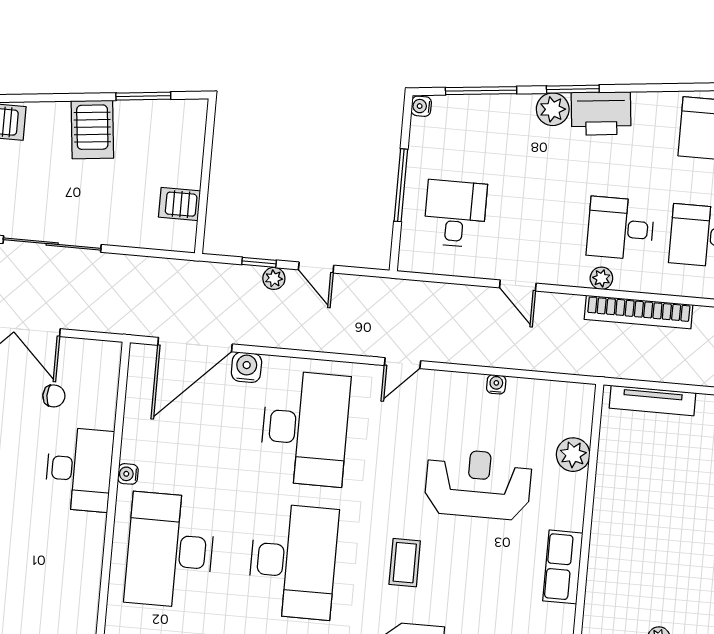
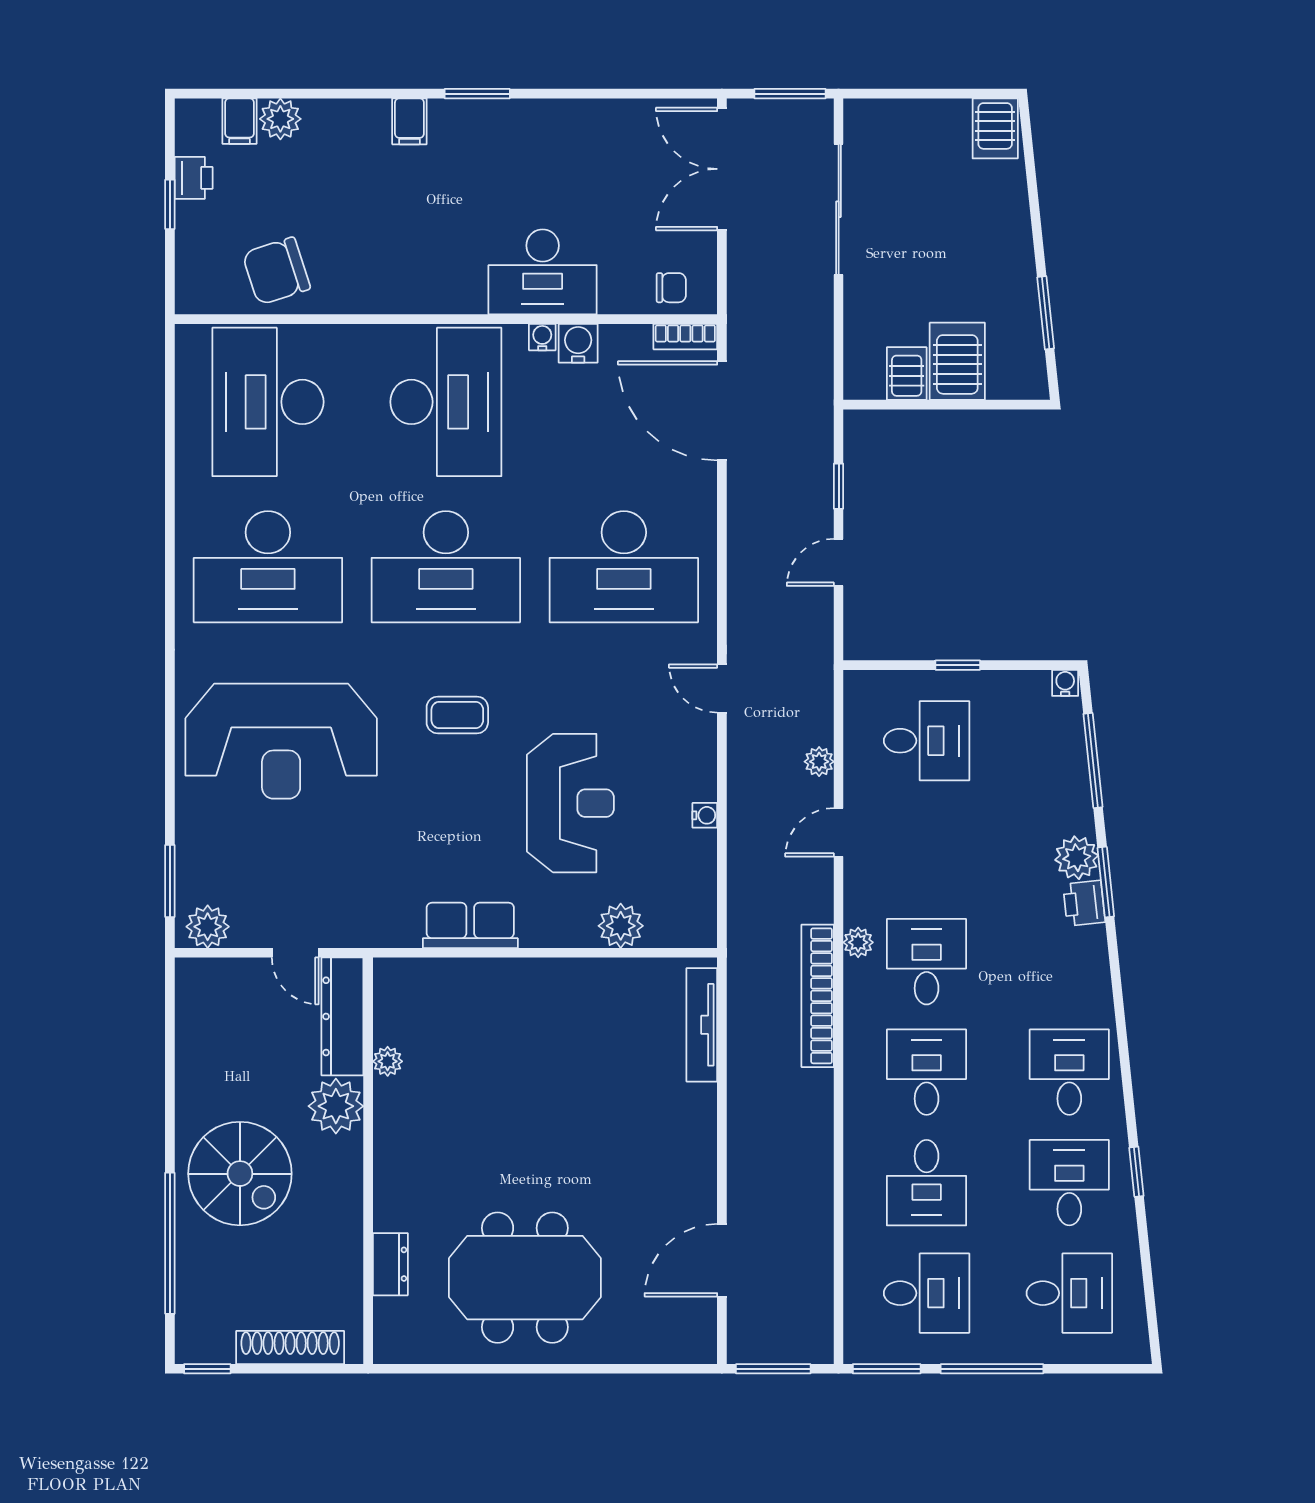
printer: (601, 113) -> (1084, 903), width x0.53, depth x0.68
server rack: (92, 129) -> (957, 361), moved, turned 96
window: (401, 185) -> (958, 665), width x0.46
plant: (274, 278) -> (819, 762), moved
bookcase: (137, 367) -> (685, 337), added
water cooler: (246, 367) -> (578, 343), moved, turned -90
chair: (54, 396) -> (671, 288), moved, turned -90
desk: (170, 550) -> (446, 402), turned 90

